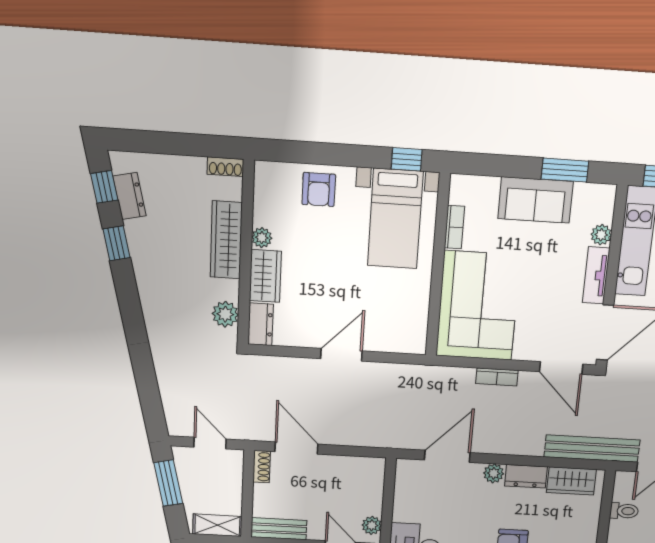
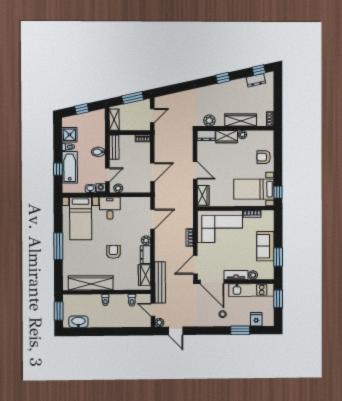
window: (116, 243) -> (223, 78), moved
wardrobe: (402, 340) -> (203, 195), added
door: (296, 448) -> (152, 172), moved
door: (447, 456) -> (153, 219), hinge flipped

